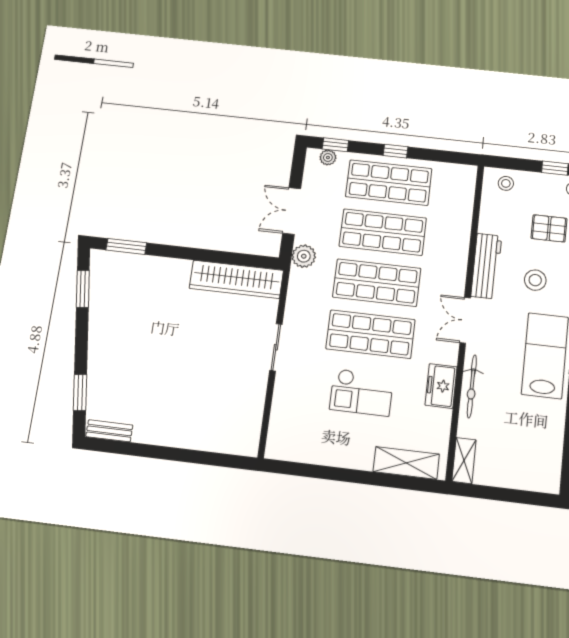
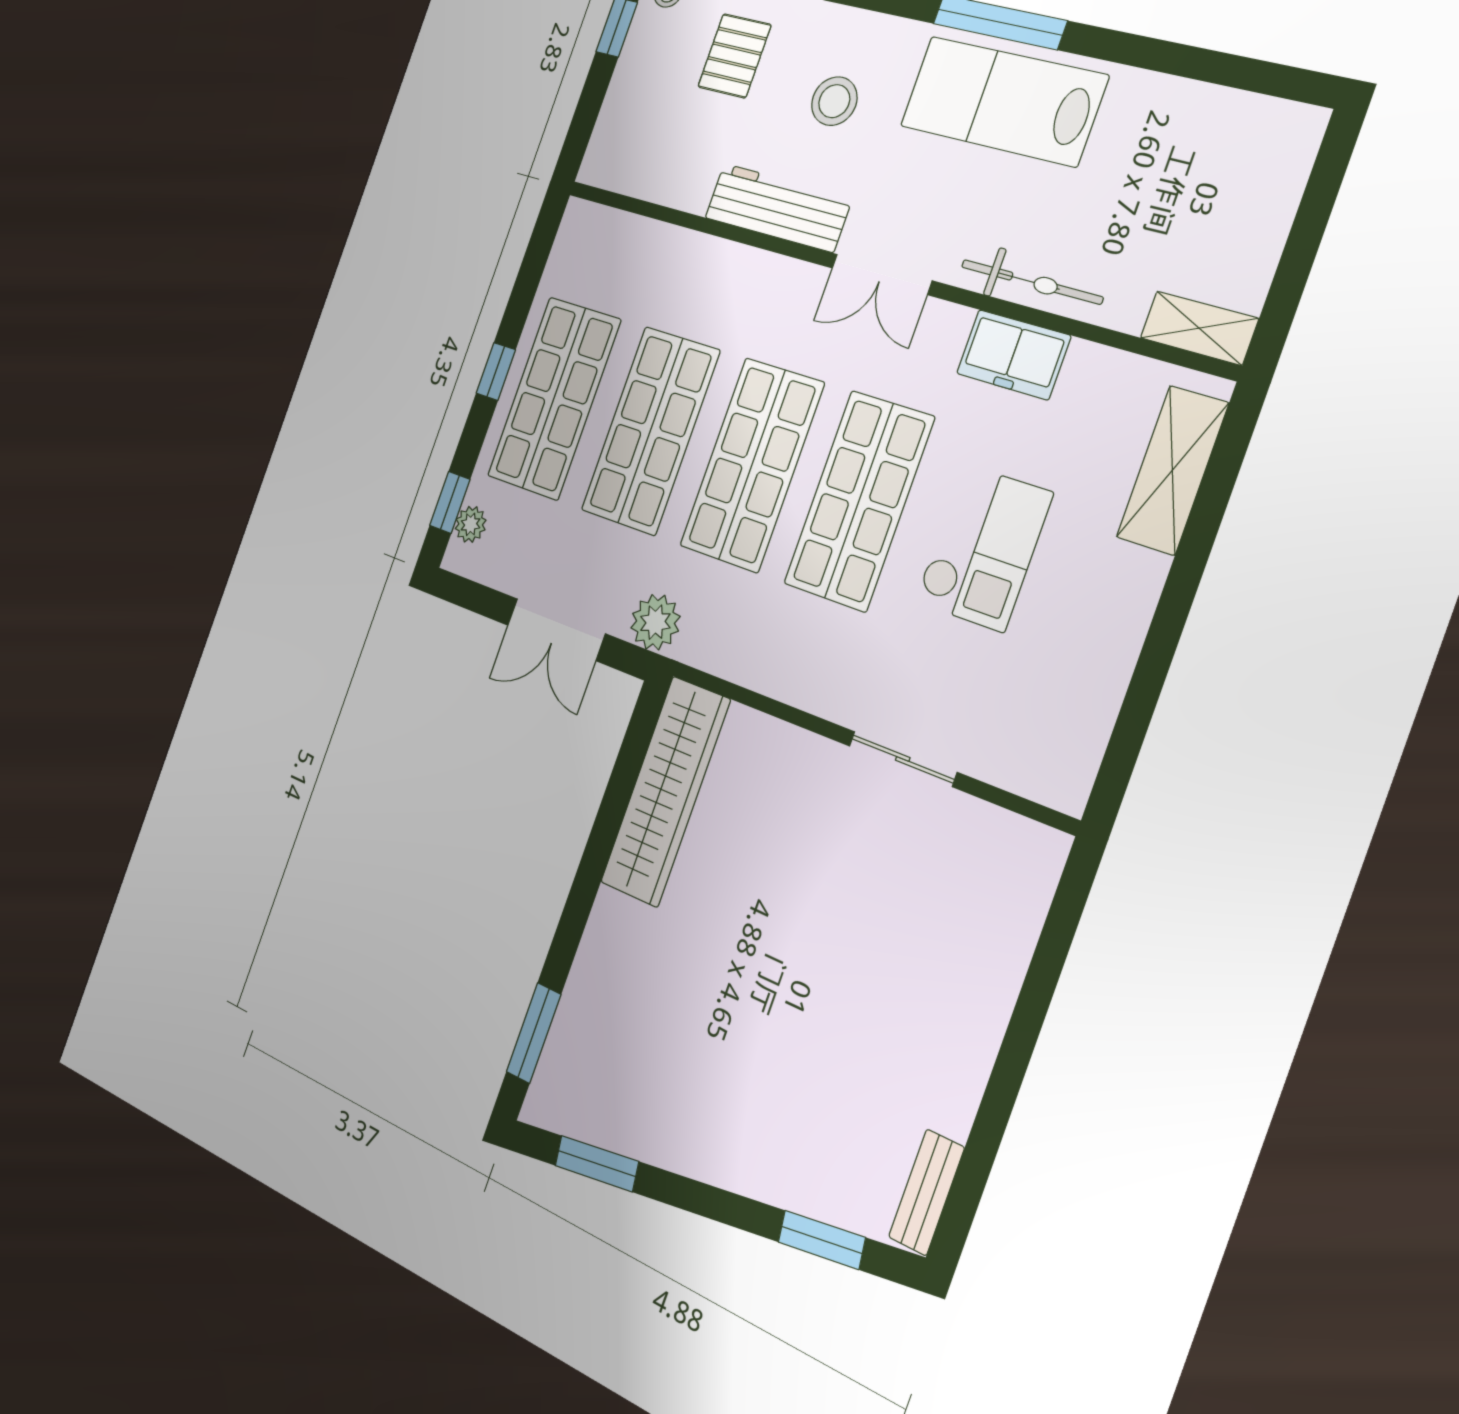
stool: (506, 183) -> (620, 139), removed
sliding door: (276, 347) -> (903, 759), moved

